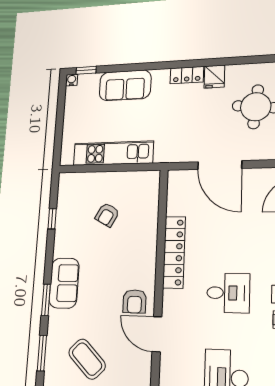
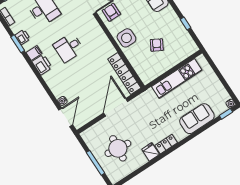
door: (220, 165) -> (116, 107), hinge flipped
side table: (139, 251) -> (126, 38), added
locker: (174, 252) -> (124, 73), moved

